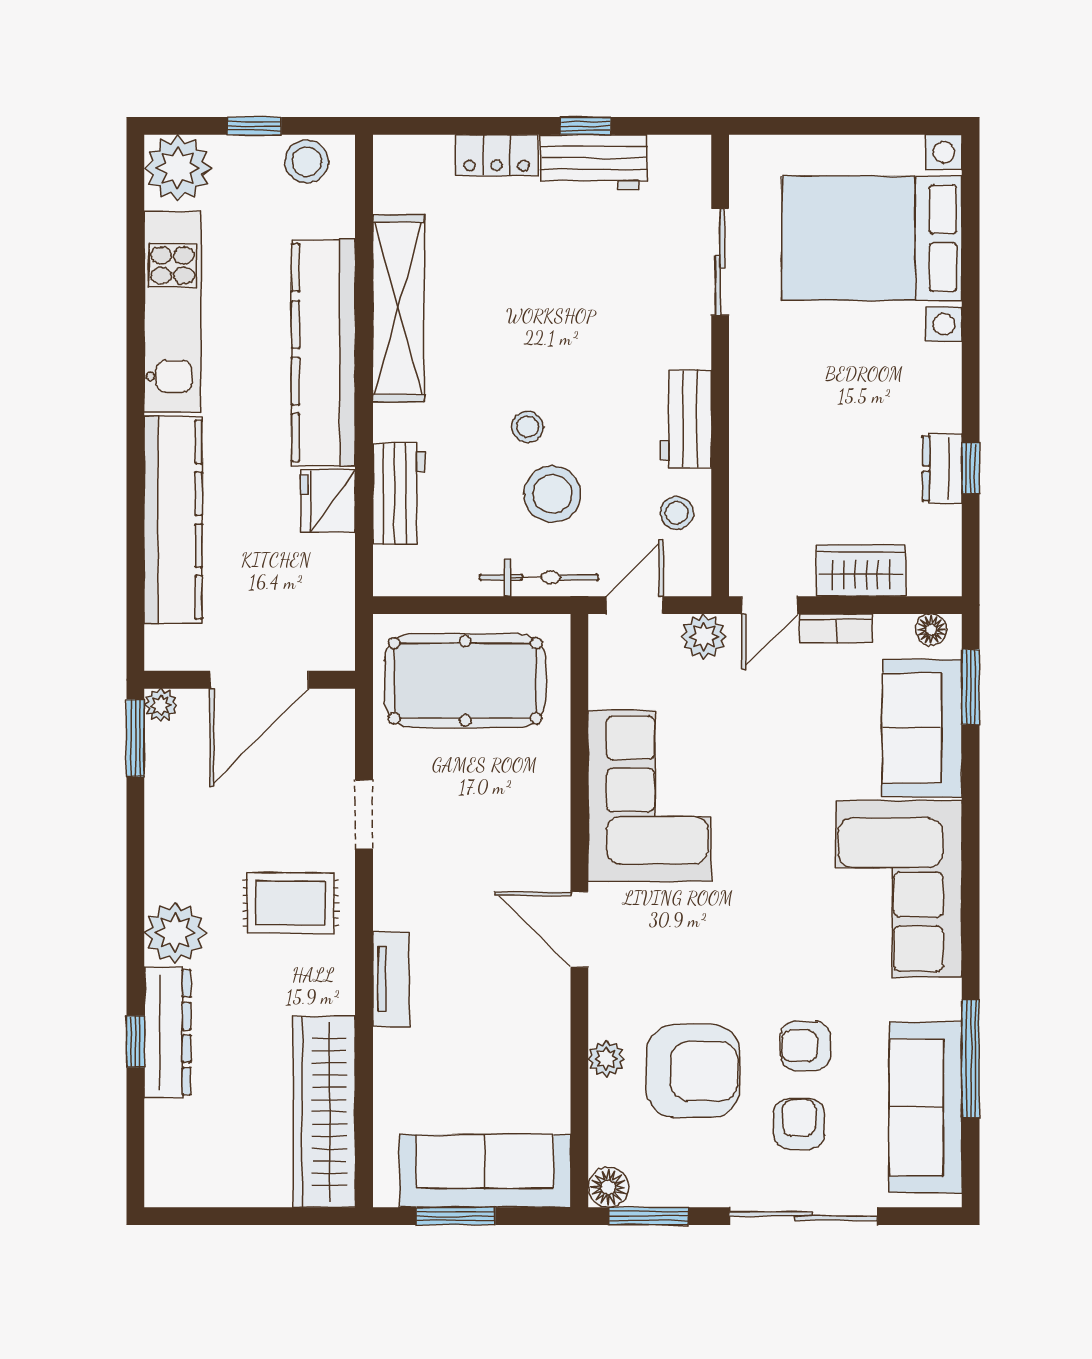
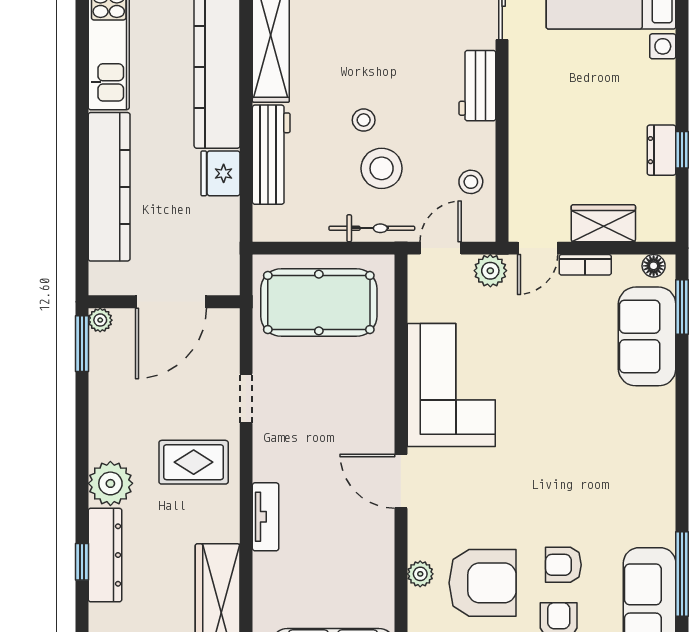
workbench: (686, 419) -> (477, 86), moved
workbench: (399, 494) -> (271, 155), width x1.38
corner sofa: (899, 889) -> (630, 452), removed

